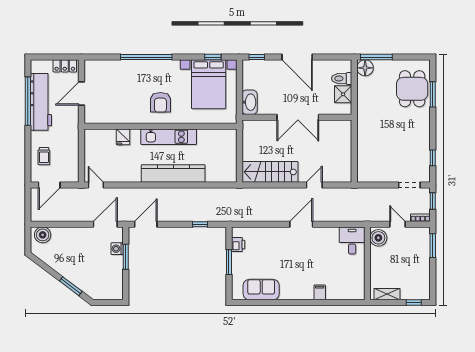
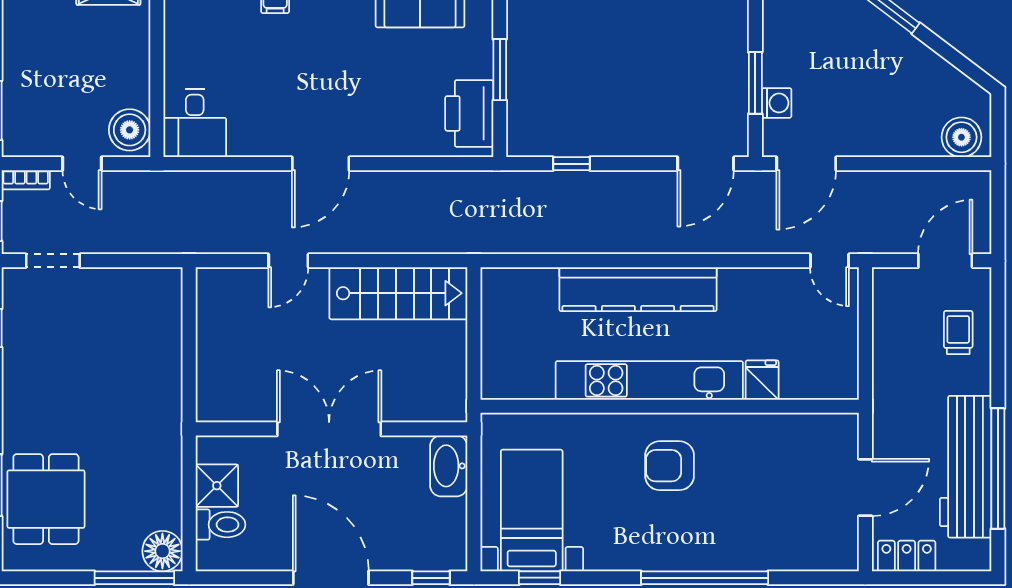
bed with nightstands: (209, 84) -> (532, 510), width x0.73
armchair: (160, 102) -> (670, 466), turned -90
kitchen unit: (169, 137) -> (649, 380), width x1.36
printer: (238, 244) -> (469, 113), width x1.87, depth x1.48

